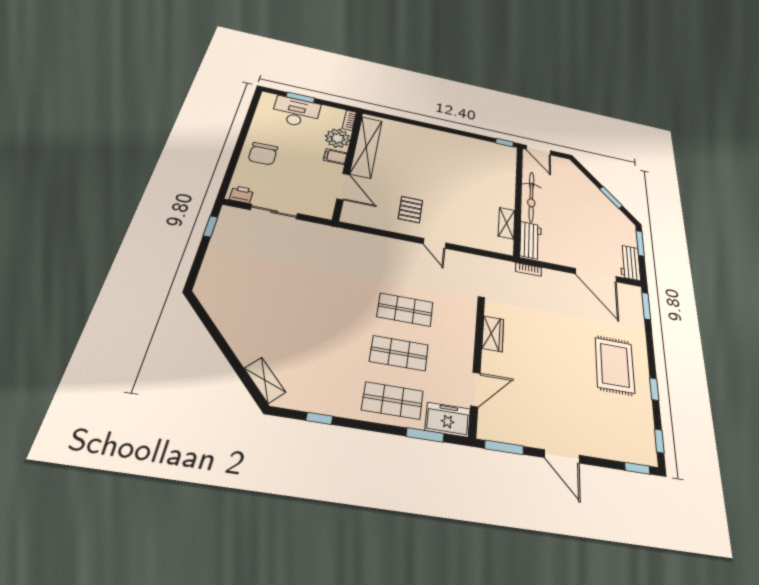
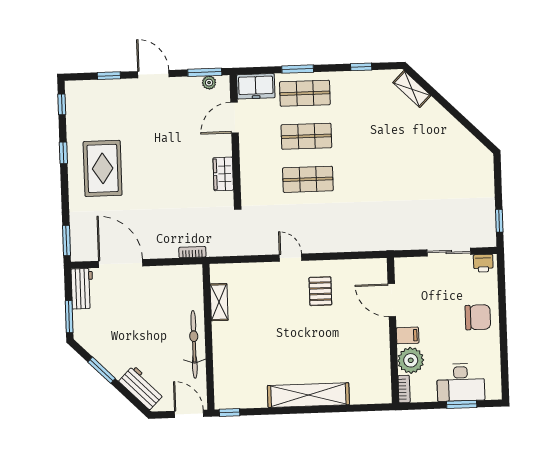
shelving: (366, 147) -> (308, 395), moved, turned 90
chair: (263, 154) -> (478, 317), turned 91
workbench: (531, 240) -> (142, 388), moved, turned 135
plant: (500, 434) -> (209, 83), added
window: (425, 435) -> (298, 69), moved
window: (637, 468) -> (109, 76), moved

